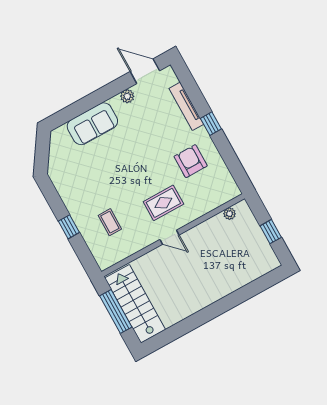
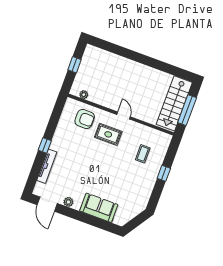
armchair: (191, 161) -> (85, 119), moved, turned -90

